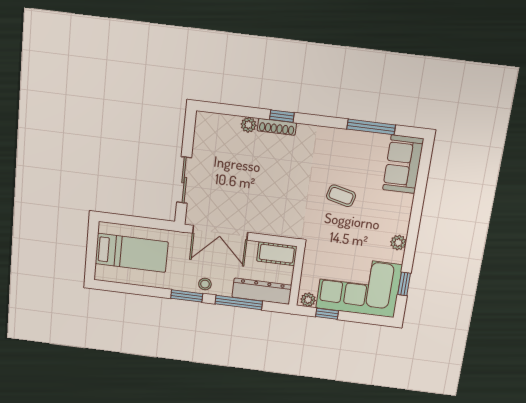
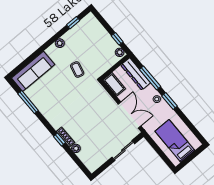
sofa: (403, 164) -> (33, 71), width x1.36
coffee table: (341, 196) -> (77, 70), moved
corner sofa: (359, 286) -> (93, 39), removed

